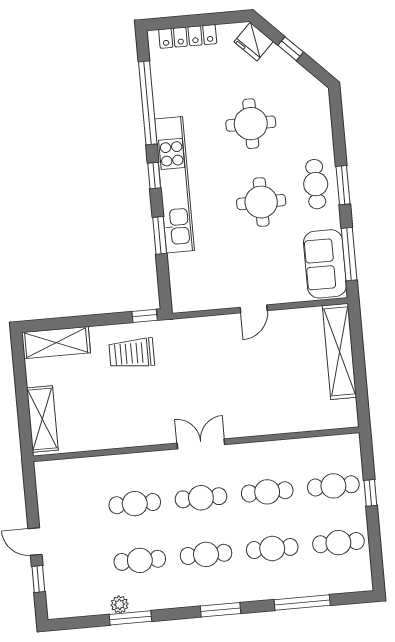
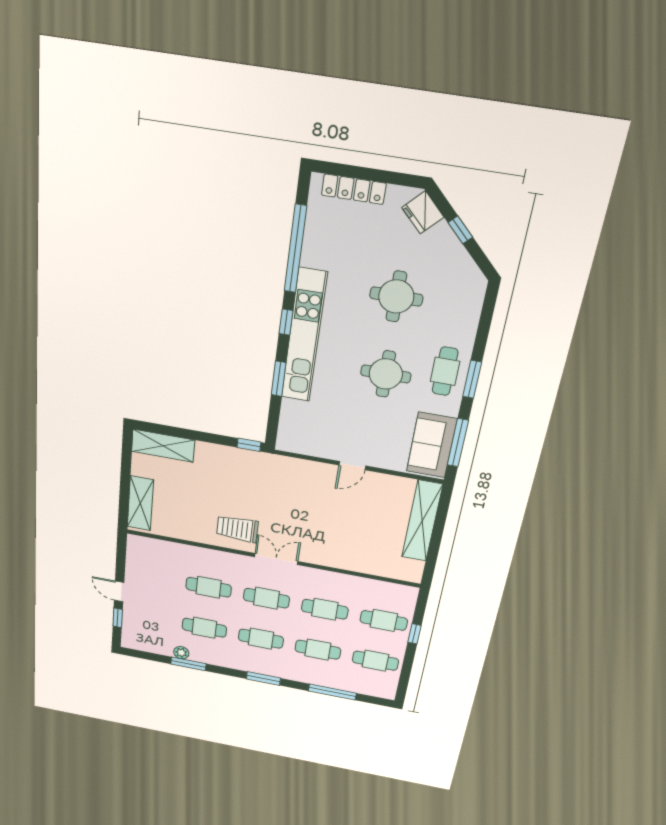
trolley: (132, 353) -> (237, 529), moved

